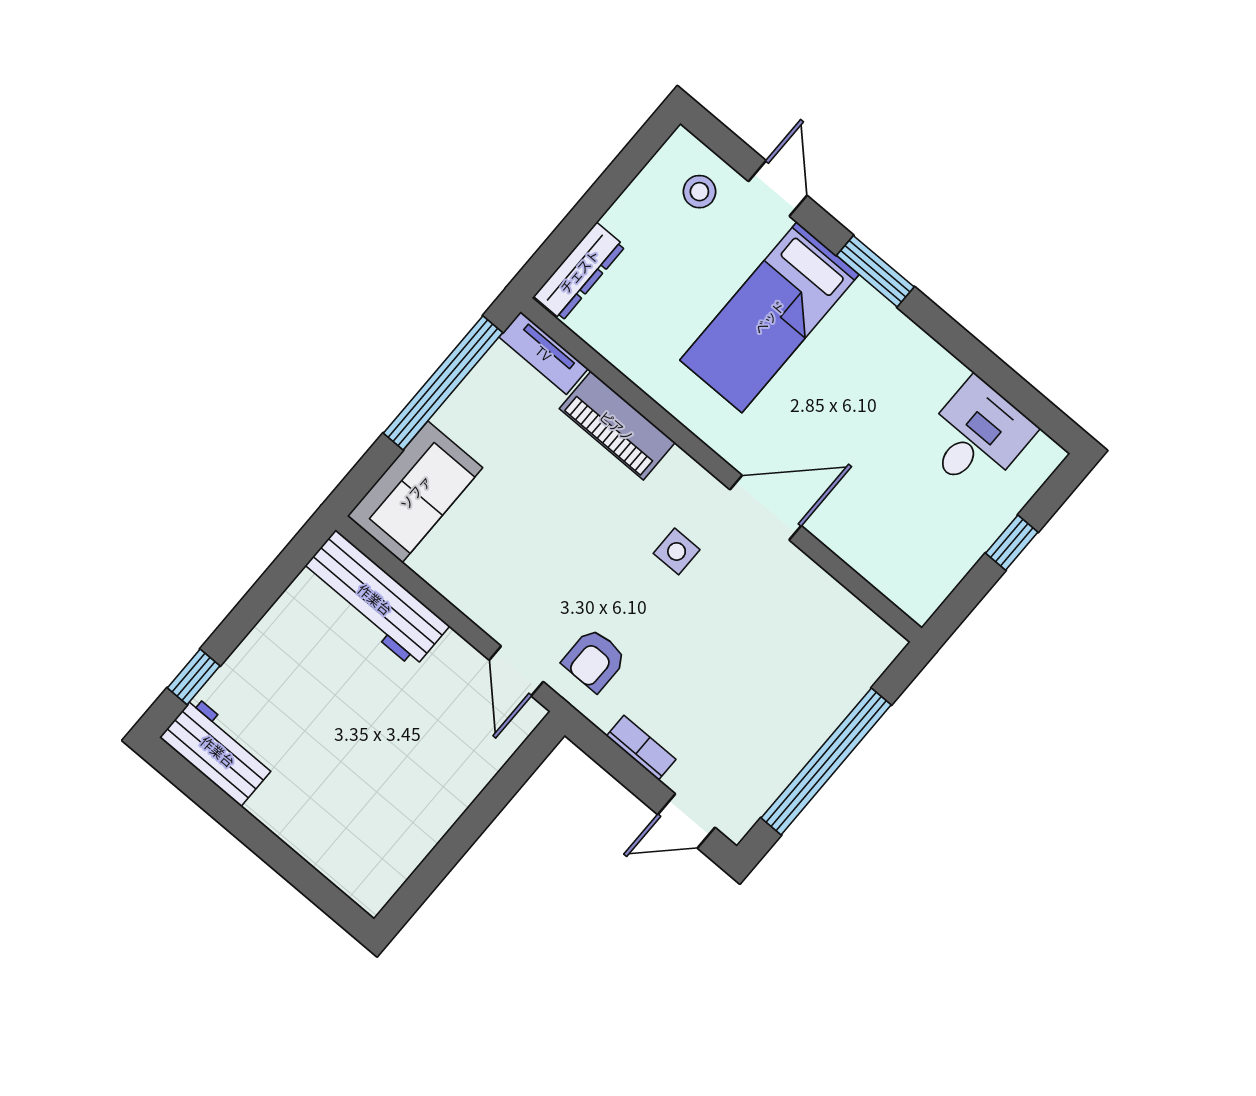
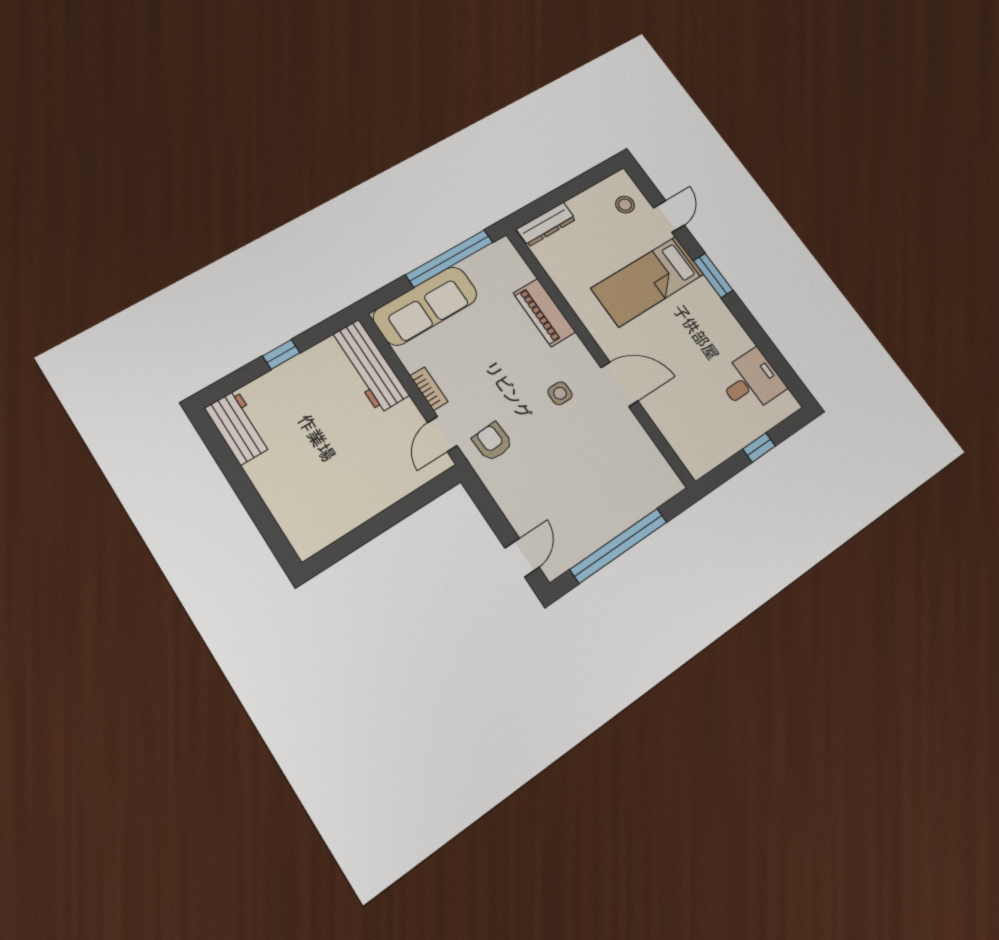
tv unit: (544, 353) -> (513, 260), removed
sofa: (415, 492) -> (425, 306), width x1.36
armchair: (594, 660) -> (492, 442), turned 87
window: (194, 677) -> (281, 354), moved
bookcase: (641, 748) -> (429, 389), moved
door: (686, 821) -> (522, 558), swing flipped

